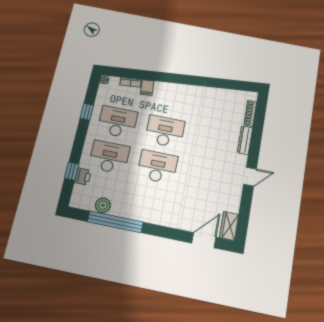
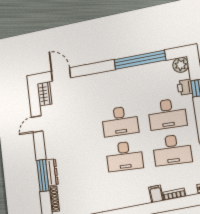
window: (256, 140) -> (43, 176), added
door: (250, 177) -> (37, 124), moved
plant: (103, 205) -> (181, 65), moved
door: (204, 240) -> (61, 75), swing flipped

